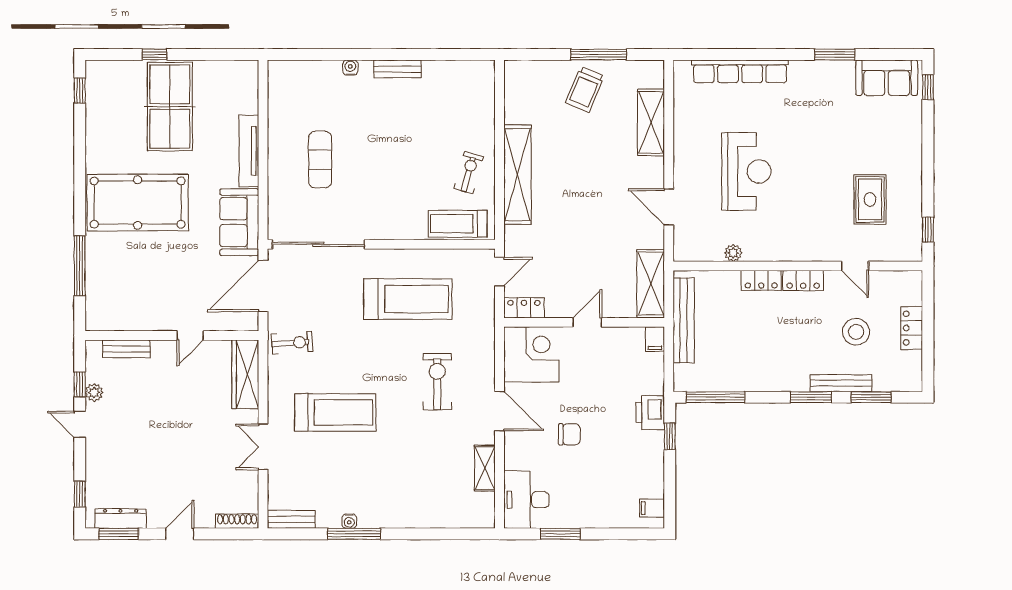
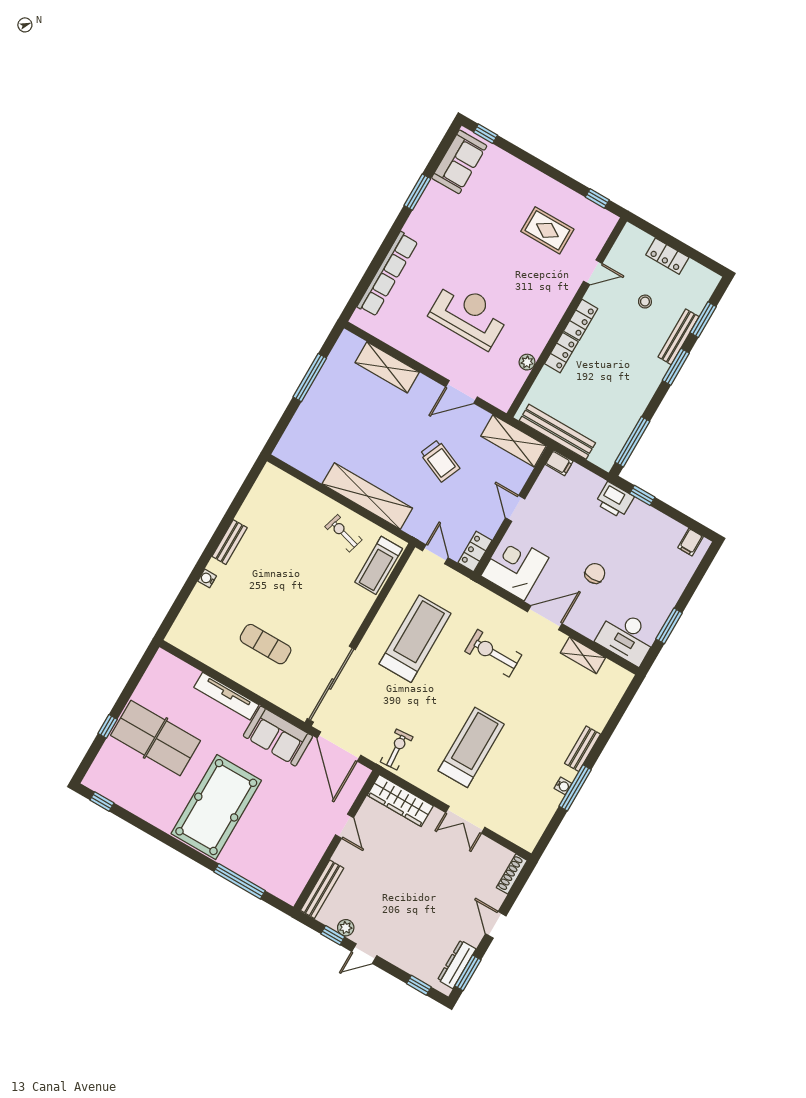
trolley: (585, 89) -> (440, 461), moved
stool: (856, 332) -> (645, 302), width x0.53, depth x0.53
bench: (126, 349) -> (322, 889), width x1.36
bench: (291, 519) -> (583, 749), moved

